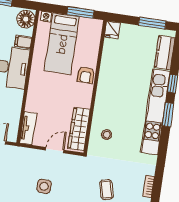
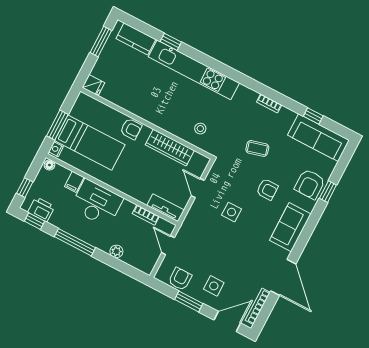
window: (80, 12) -> (57, 125), moved
floor lamp: (26, 19) -> (49, 165), width x0.53, depth x0.53
bookcase: (16, 113) -> (146, 215), added
window: (168, 115) -> (201, 58), removed
wardrobe: (79, 129) -> (170, 148), moved

